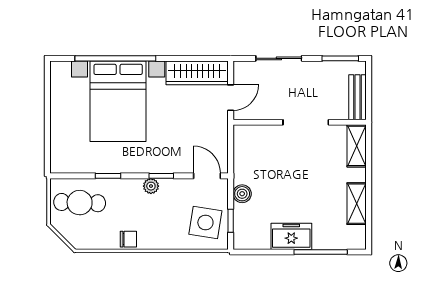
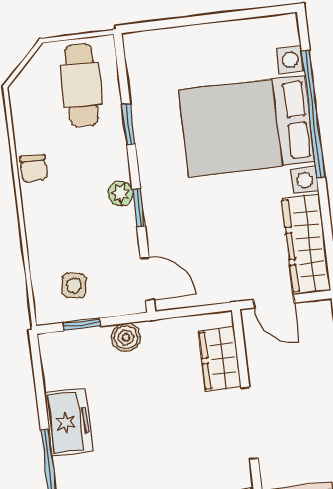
wardrobe: (263, 136) -> (220, 359), added
door: (207, 176) -> (147, 279), hinge flipped
side table: (205, 222) -> (74, 285), width x0.54, depth x0.54

